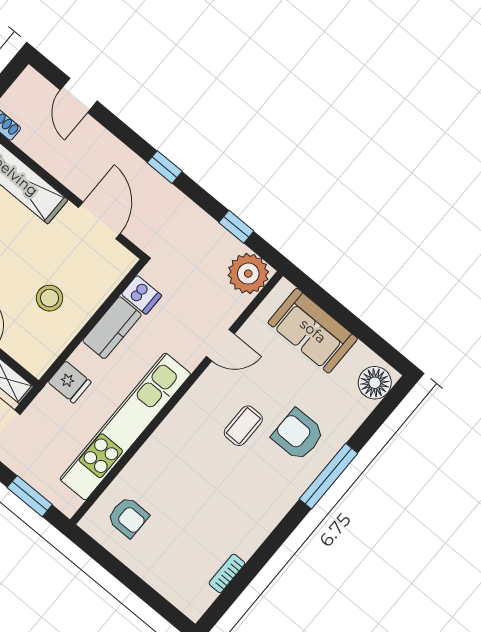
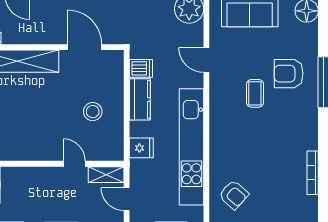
door: (220, 345) -> (206, 60), swing flipped
armchair: (128, 517) -> (234, 195), turned 42
bookcase: (227, 573) -> (313, 173), width x1.56

